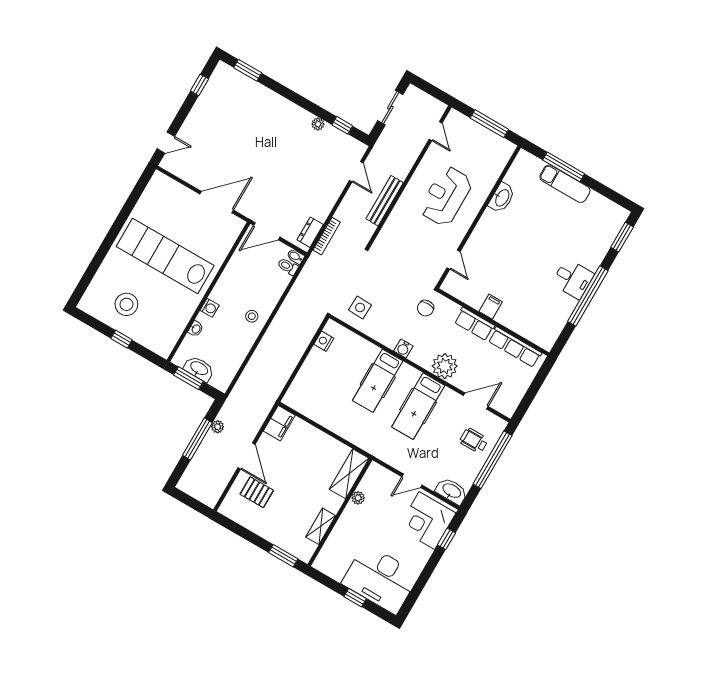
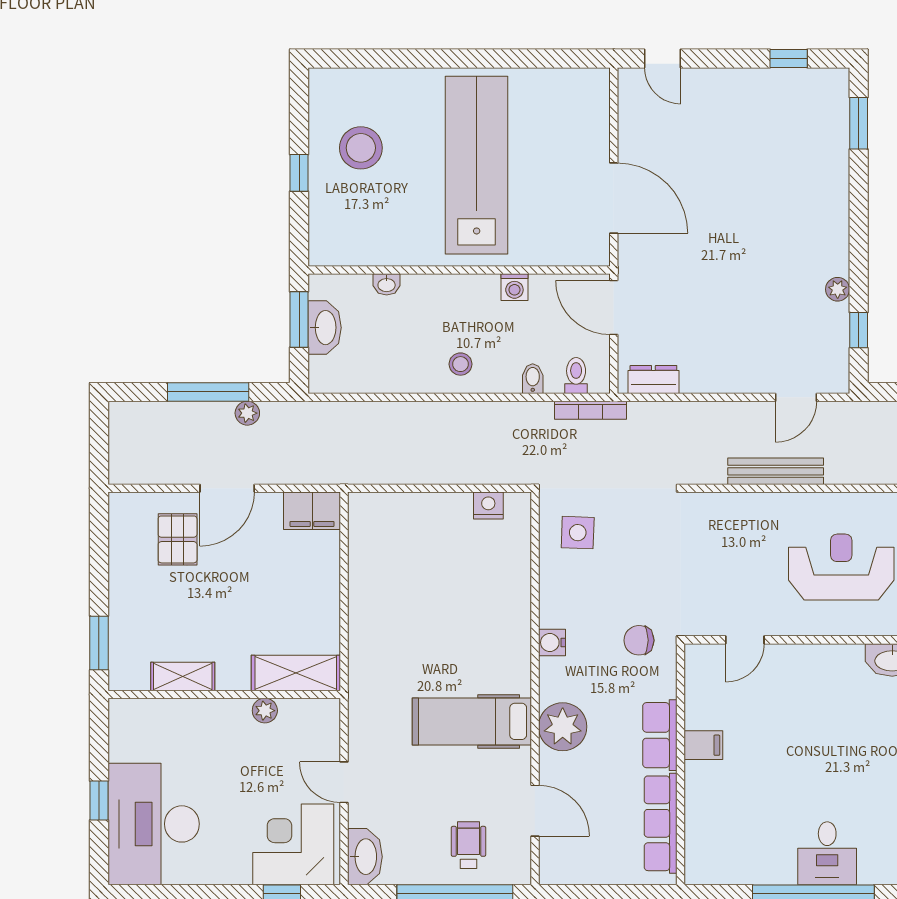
bookcase: (327, 236) -> (590, 410), moved
bidet: (296, 256) -> (533, 379), moved
washing machine: (210, 308) -> (514, 287), moved
hospital bed: (378, 381) -> (475, 631), removed

